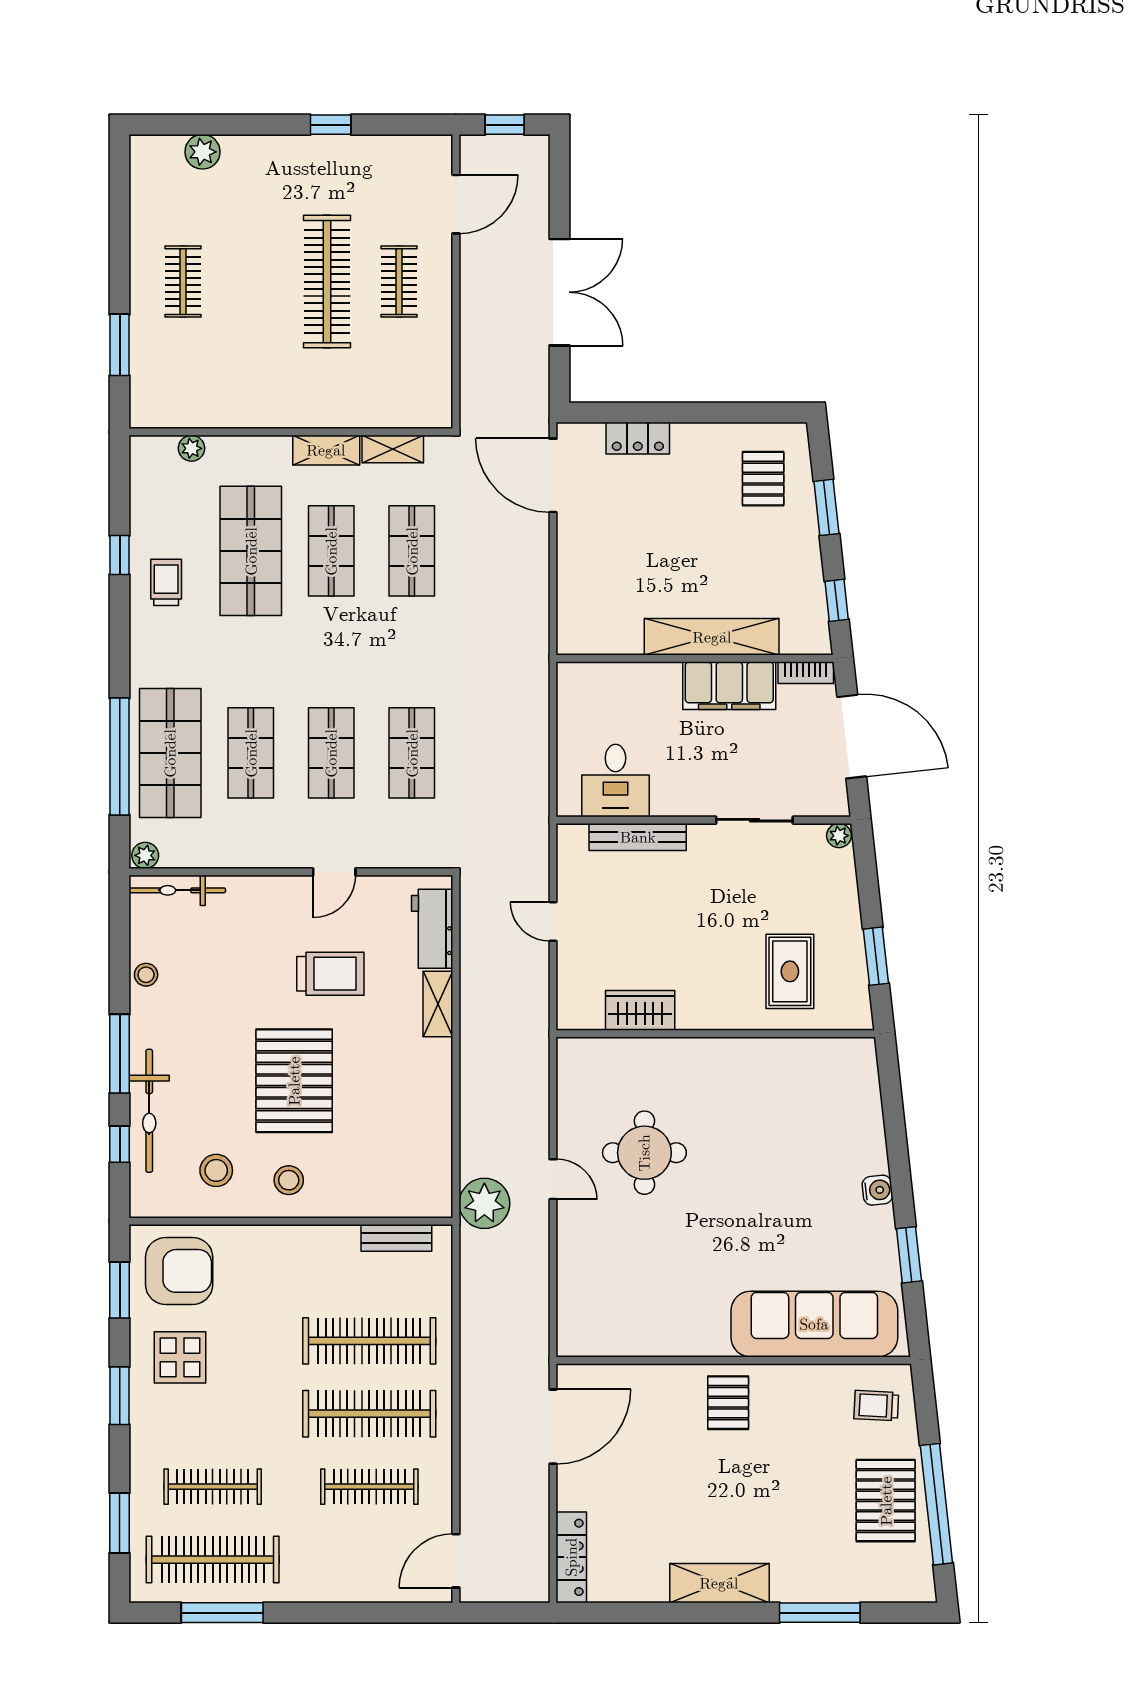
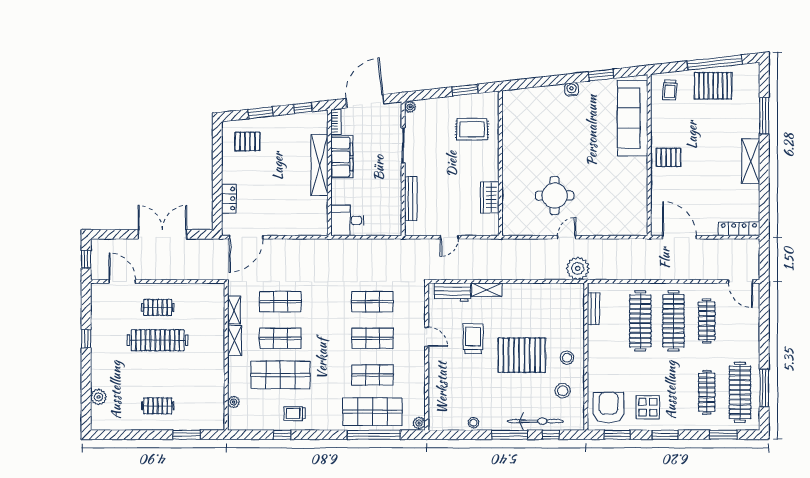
desk: (615, 781) -> (347, 220), moved, turned 180
bicycle: (177, 890) -> (435, 408), removed

